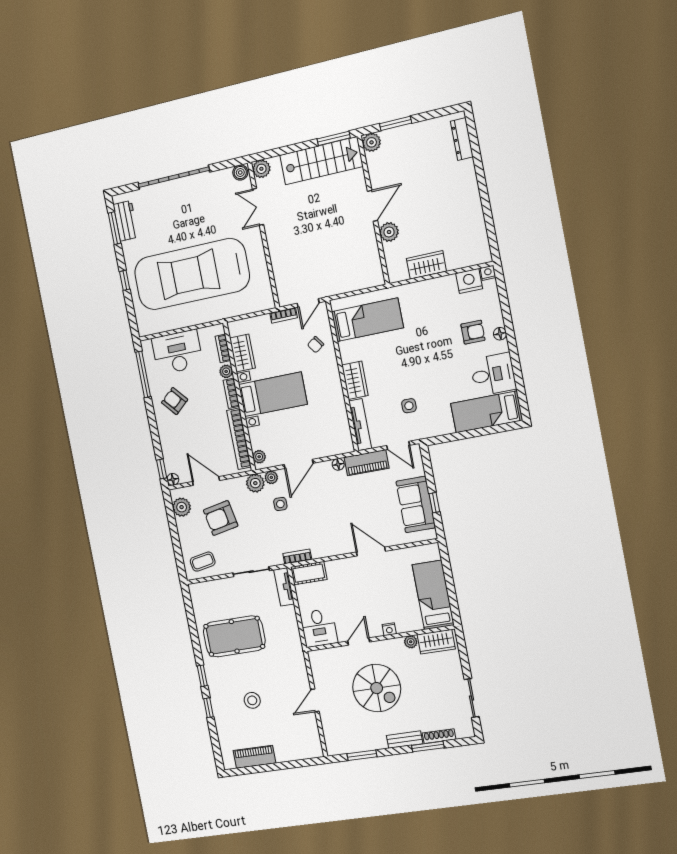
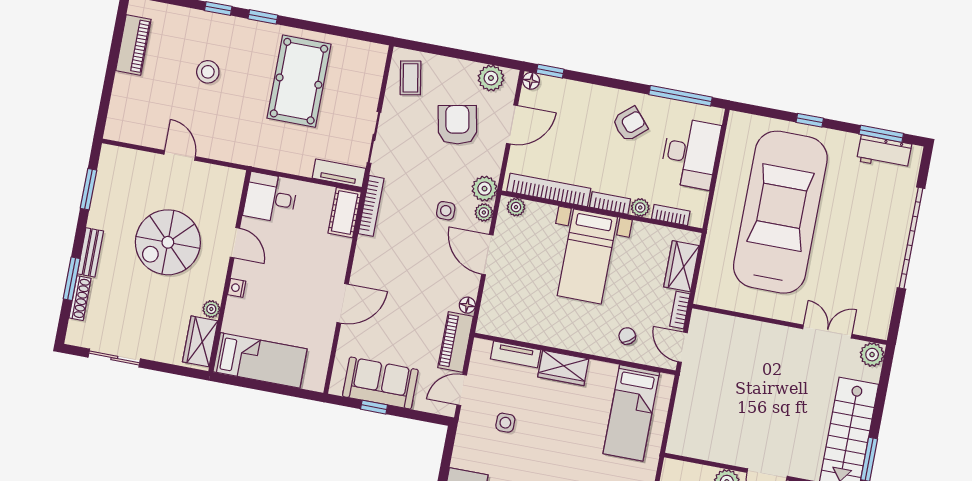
boiler: (240, 172) -> (879, 326), removed
wardrobe: (242, 353) -> (682, 266), moved, turned 90
tv unit: (360, 425) -> (516, 354), width x0.71
bookcase: (297, 557) -> (371, 206), width x1.56

